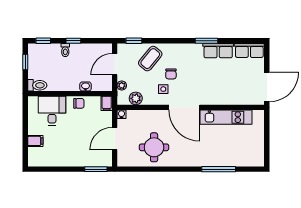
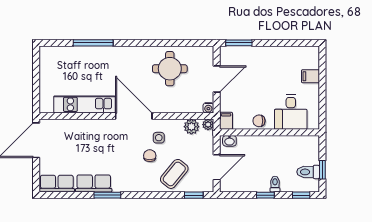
toilet: (37, 85) -> (308, 172), moved
washbasin: (86, 86) -> (229, 141), moved
plant: (122, 86) -> (208, 125), moved

